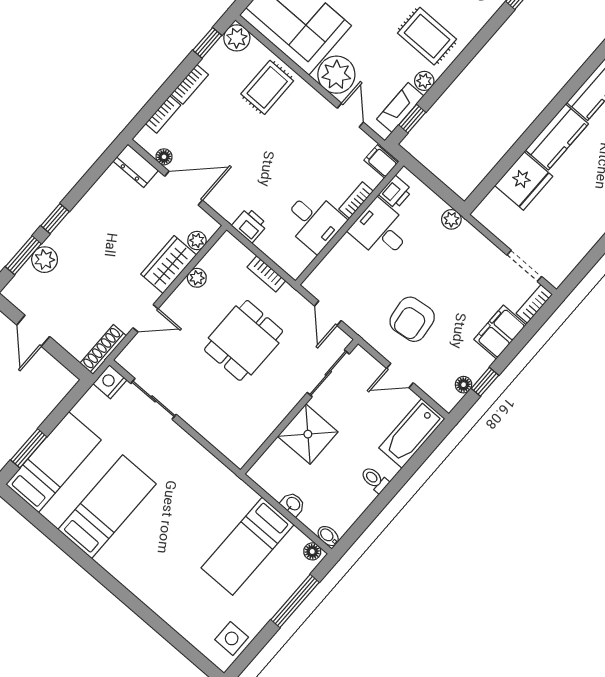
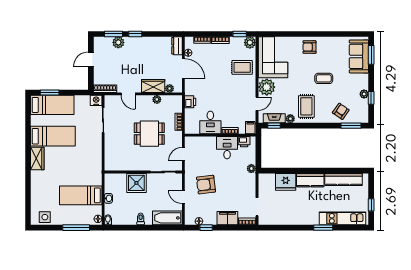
wardrobe: (122, 566) -> (37, 158), added

